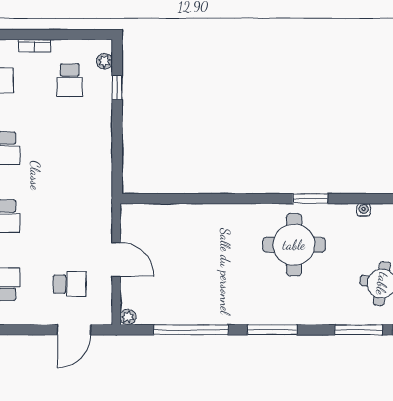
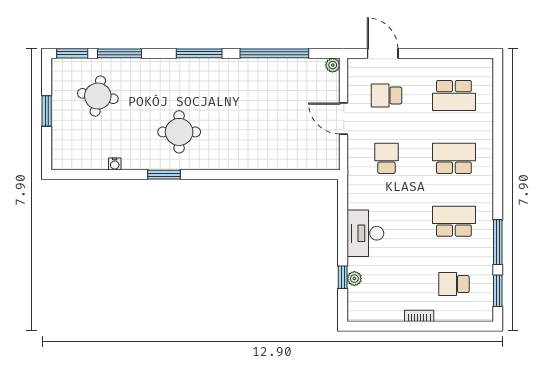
plant: (104, 61) -> (354, 279), moved
school desk: (70, 80) -> (386, 158), moved
desk: (93, 135) -> (365, 233), added
round table: (294, 245) -> (179, 132), width x0.73, depth x0.73
door: (74, 330) -> (383, 53), hinge flipped

